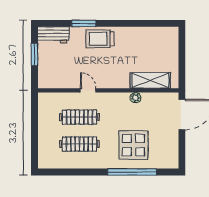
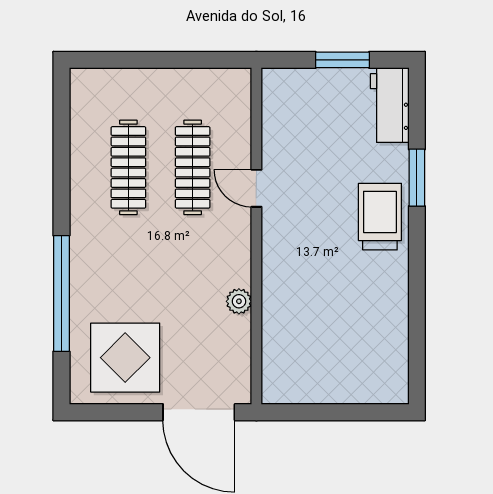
shelving: (150, 80) -> (280, 337), removed
door: (88, 90) -> (256, 188), swing flipped
display table: (133, 145) -> (125, 358), moved

